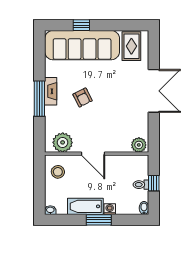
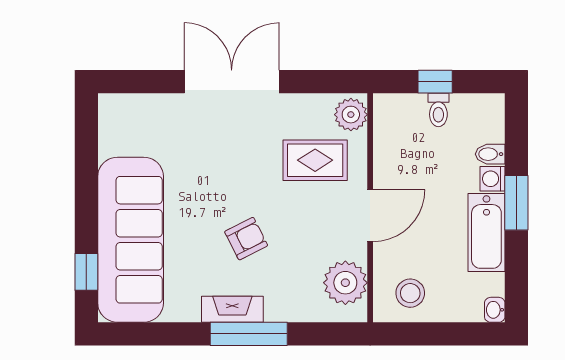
window: (81, 25) -> (86, 272), moved
rug: (131, 46) -> (315, 160), moved
bidet: (144, 208) -> (490, 154), moved

